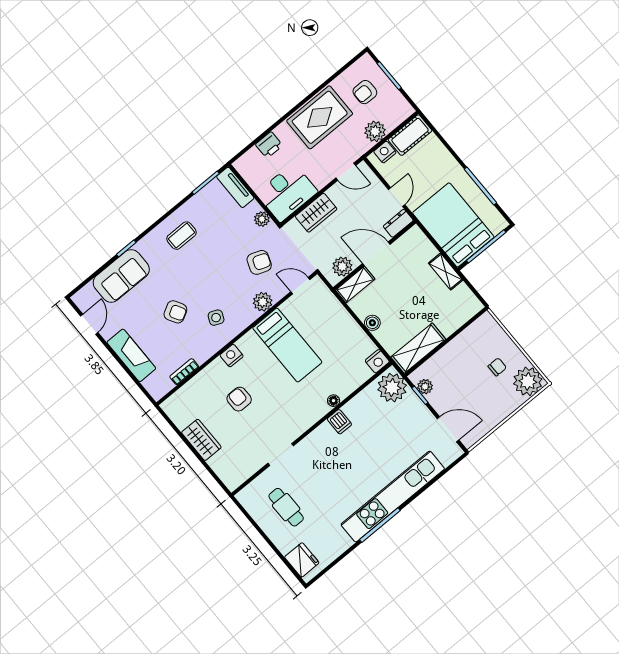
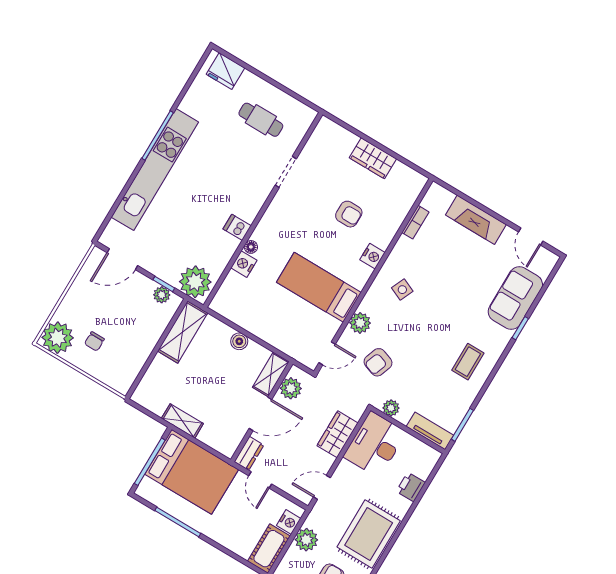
armchair: (175, 312) -> (446, 281), removed
nightstand: (377, 361) -> (244, 264), moved

